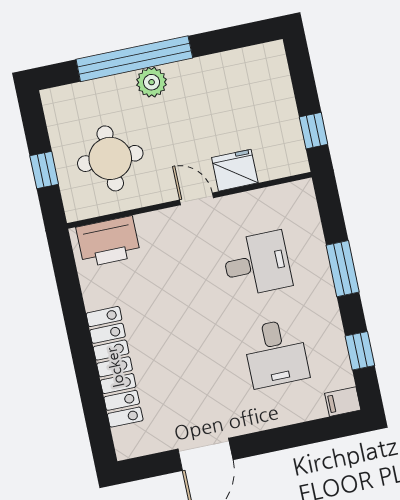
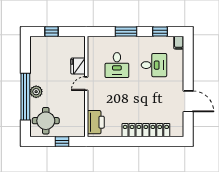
window: (314, 131) -> (51, 32), moved
round table: (110, 158) -> (46, 121), moved
desk: (257, 264) -> (117, 65), turned 180

